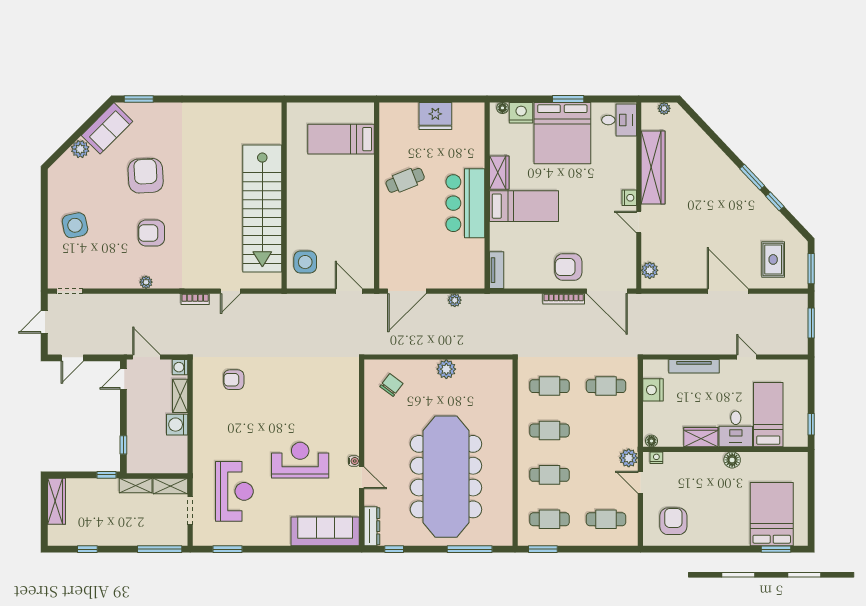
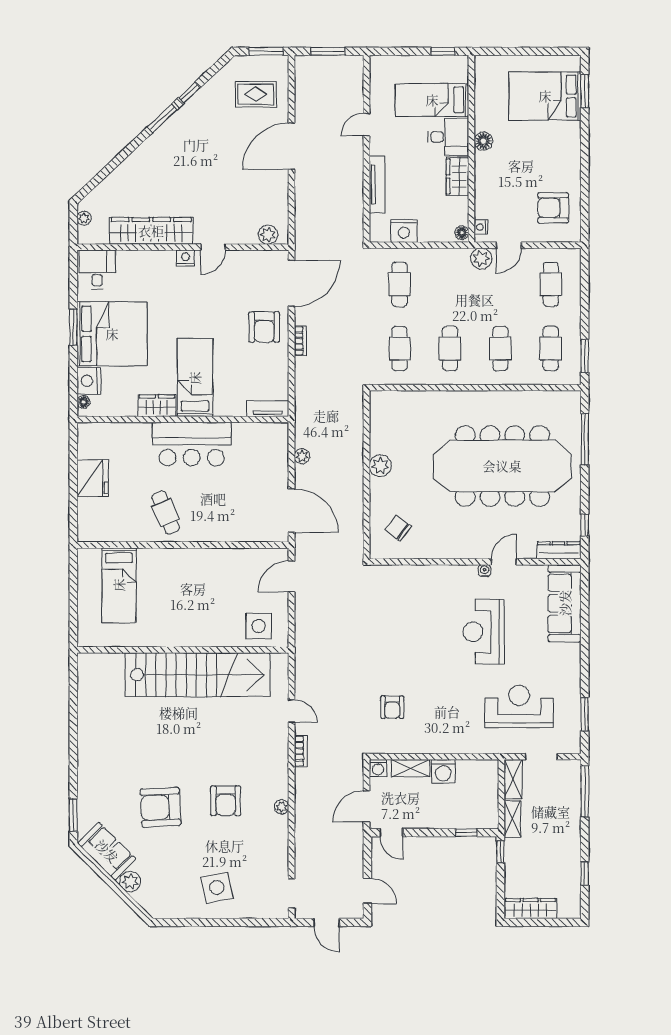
bookcase: (564, 299) -> (300, 341), width x0.64

